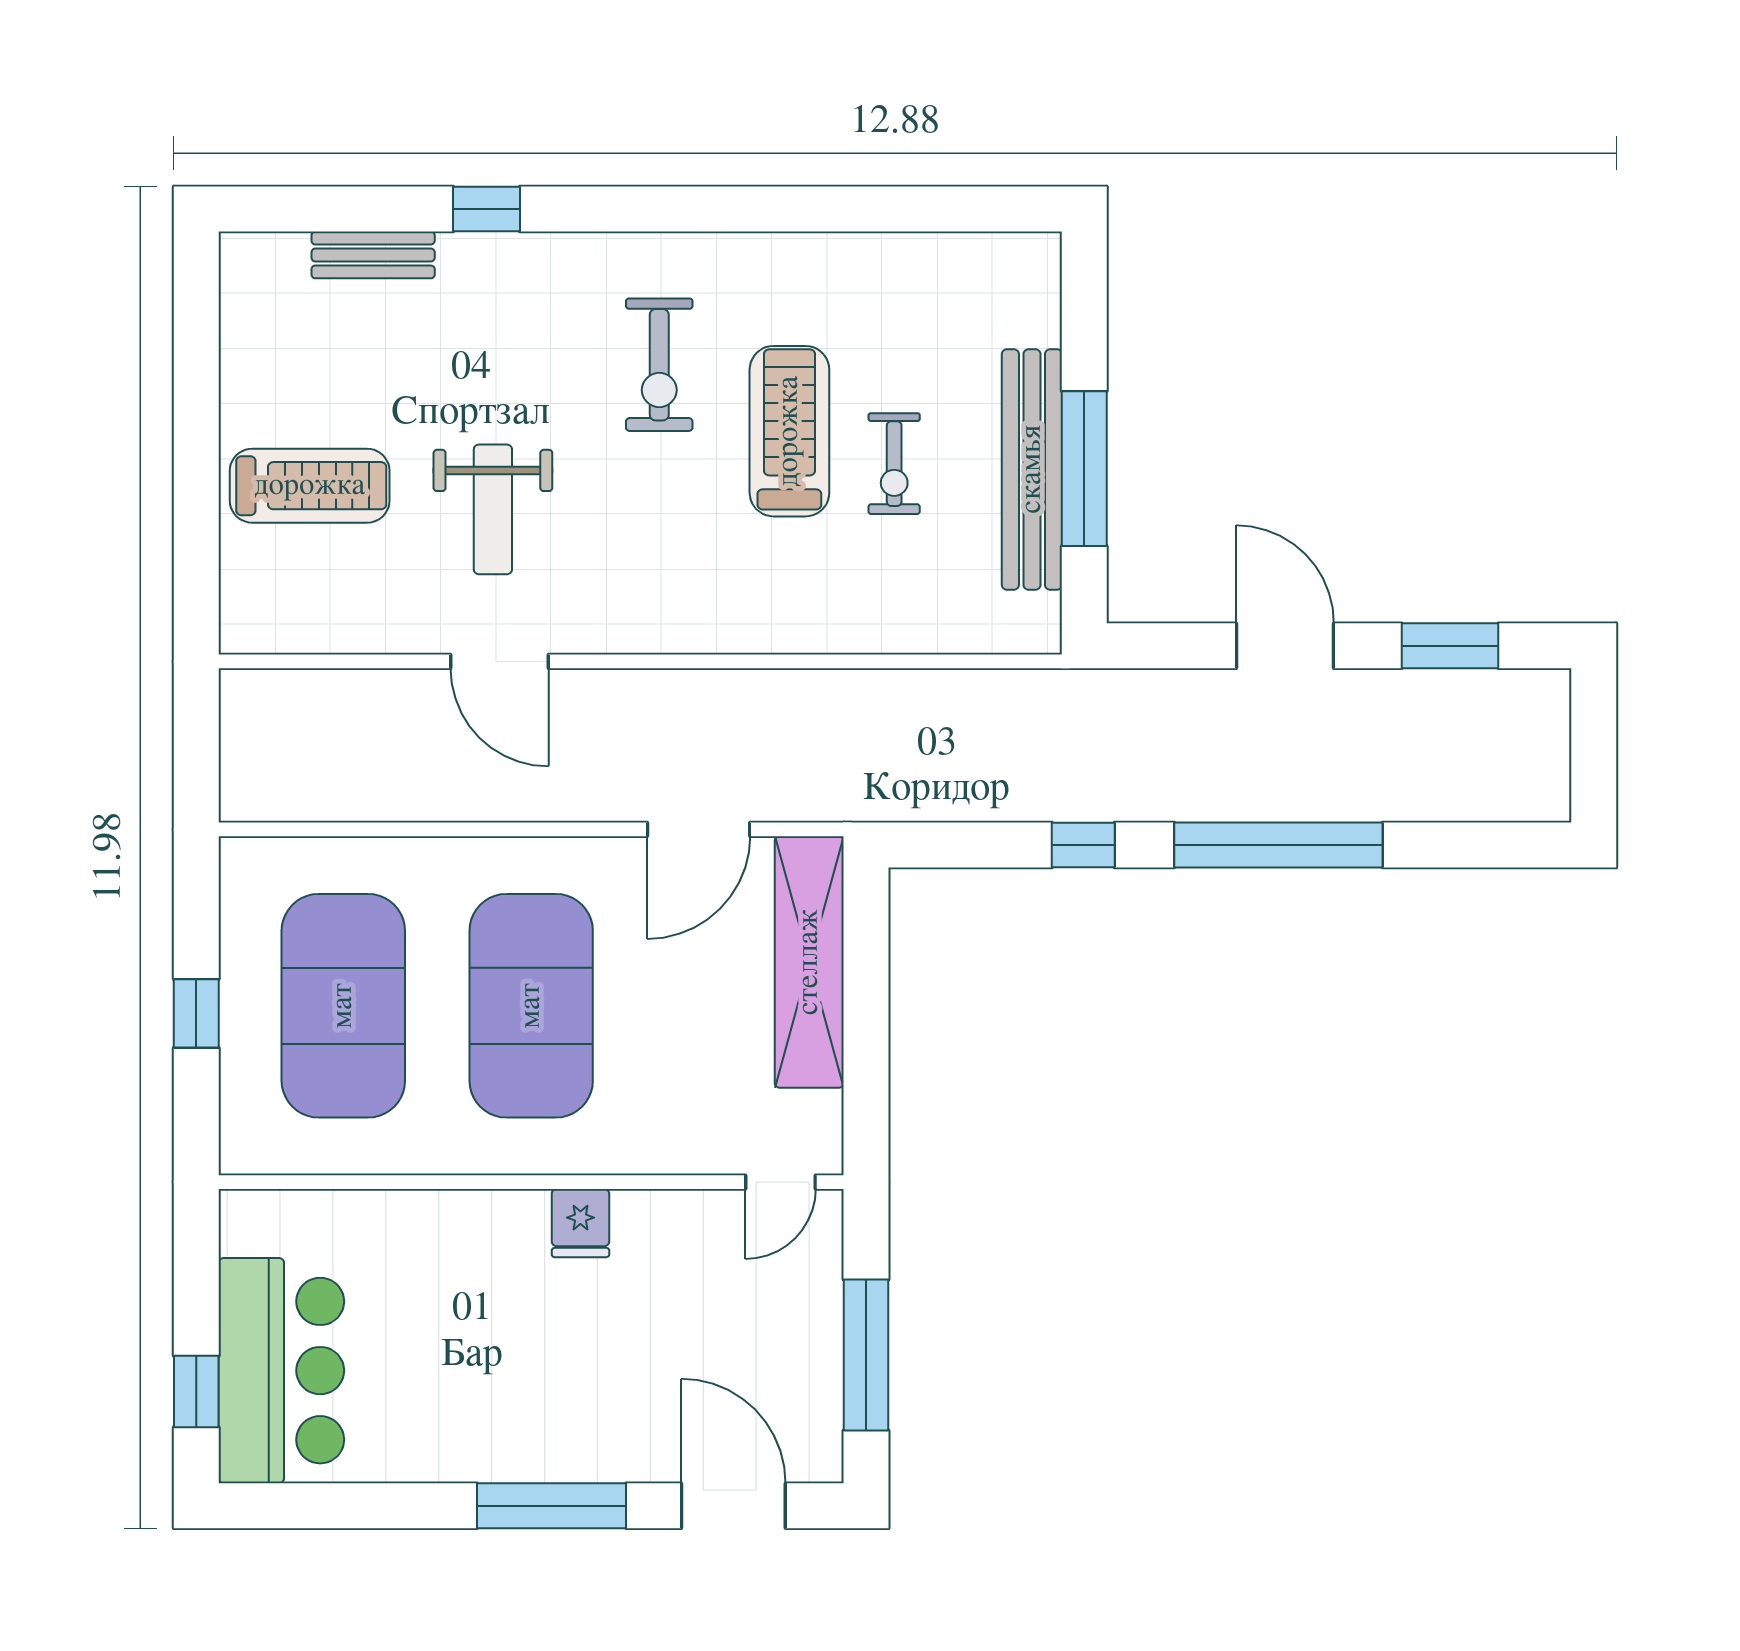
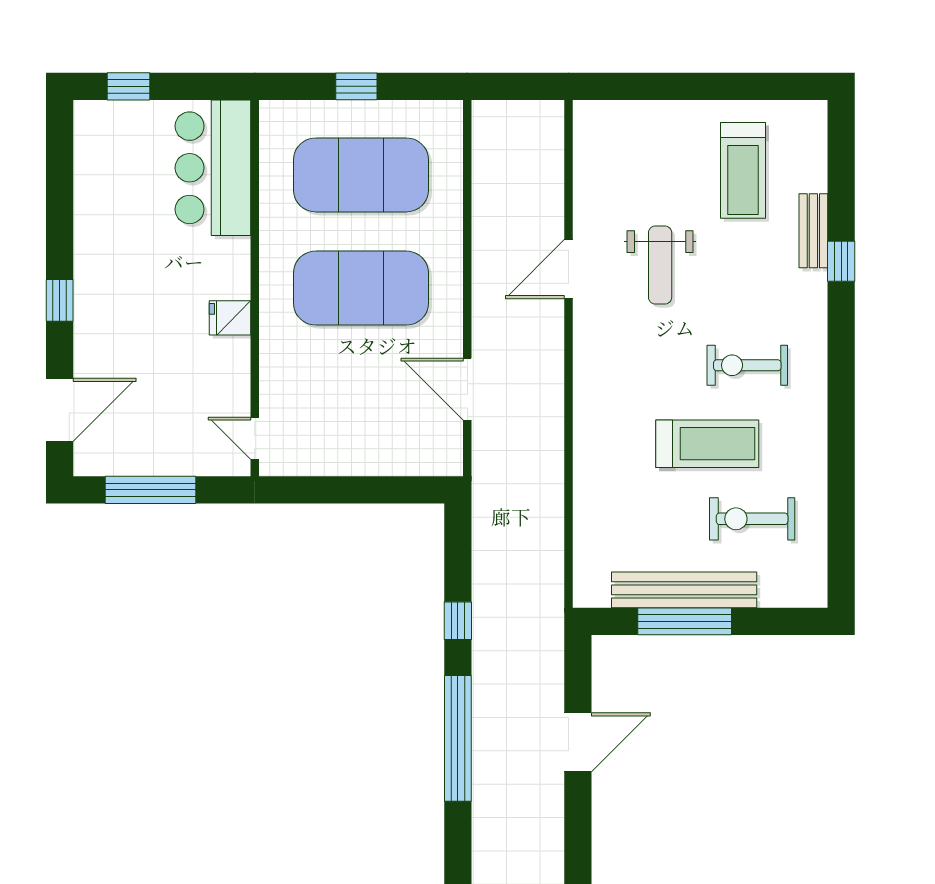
bench: (373, 255) -> (813, 231), moved
exercise bike: (894, 464) -> (752, 519), moved, width x1.38, depth x1.39
treadmill: (310, 486) -> (743, 170), moved
weight bench: (493, 509) -> (660, 265), turned -90
window: (1450, 646) -> (578, 842), removed
shelving: (809, 962) -> (387, 456), removed
bar counter: (281, 1371) -> (213, 168), moved, turned 90
window: (552, 1506) -> (60, 300), width x0.46

